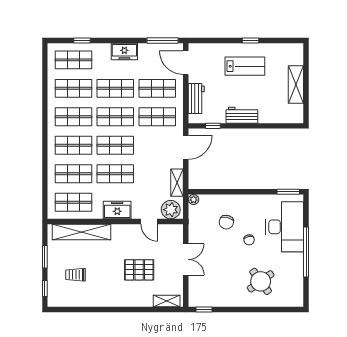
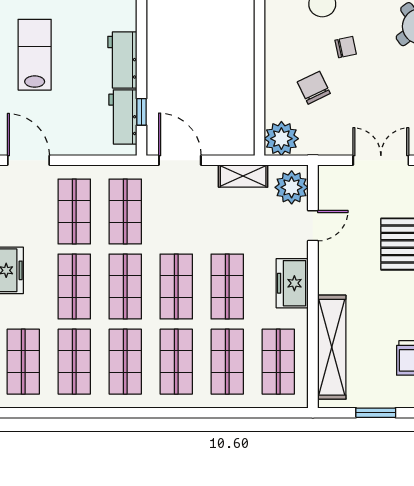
door: (186, 63) -> (28, 160), swing flipped
workbench: (196, 99) -> (123, 117), moved, turned -90
plant: (194, 199) -> (281, 139), width x1.87, depth x1.87
chair: (226, 222) -> (314, 88), turned -129

